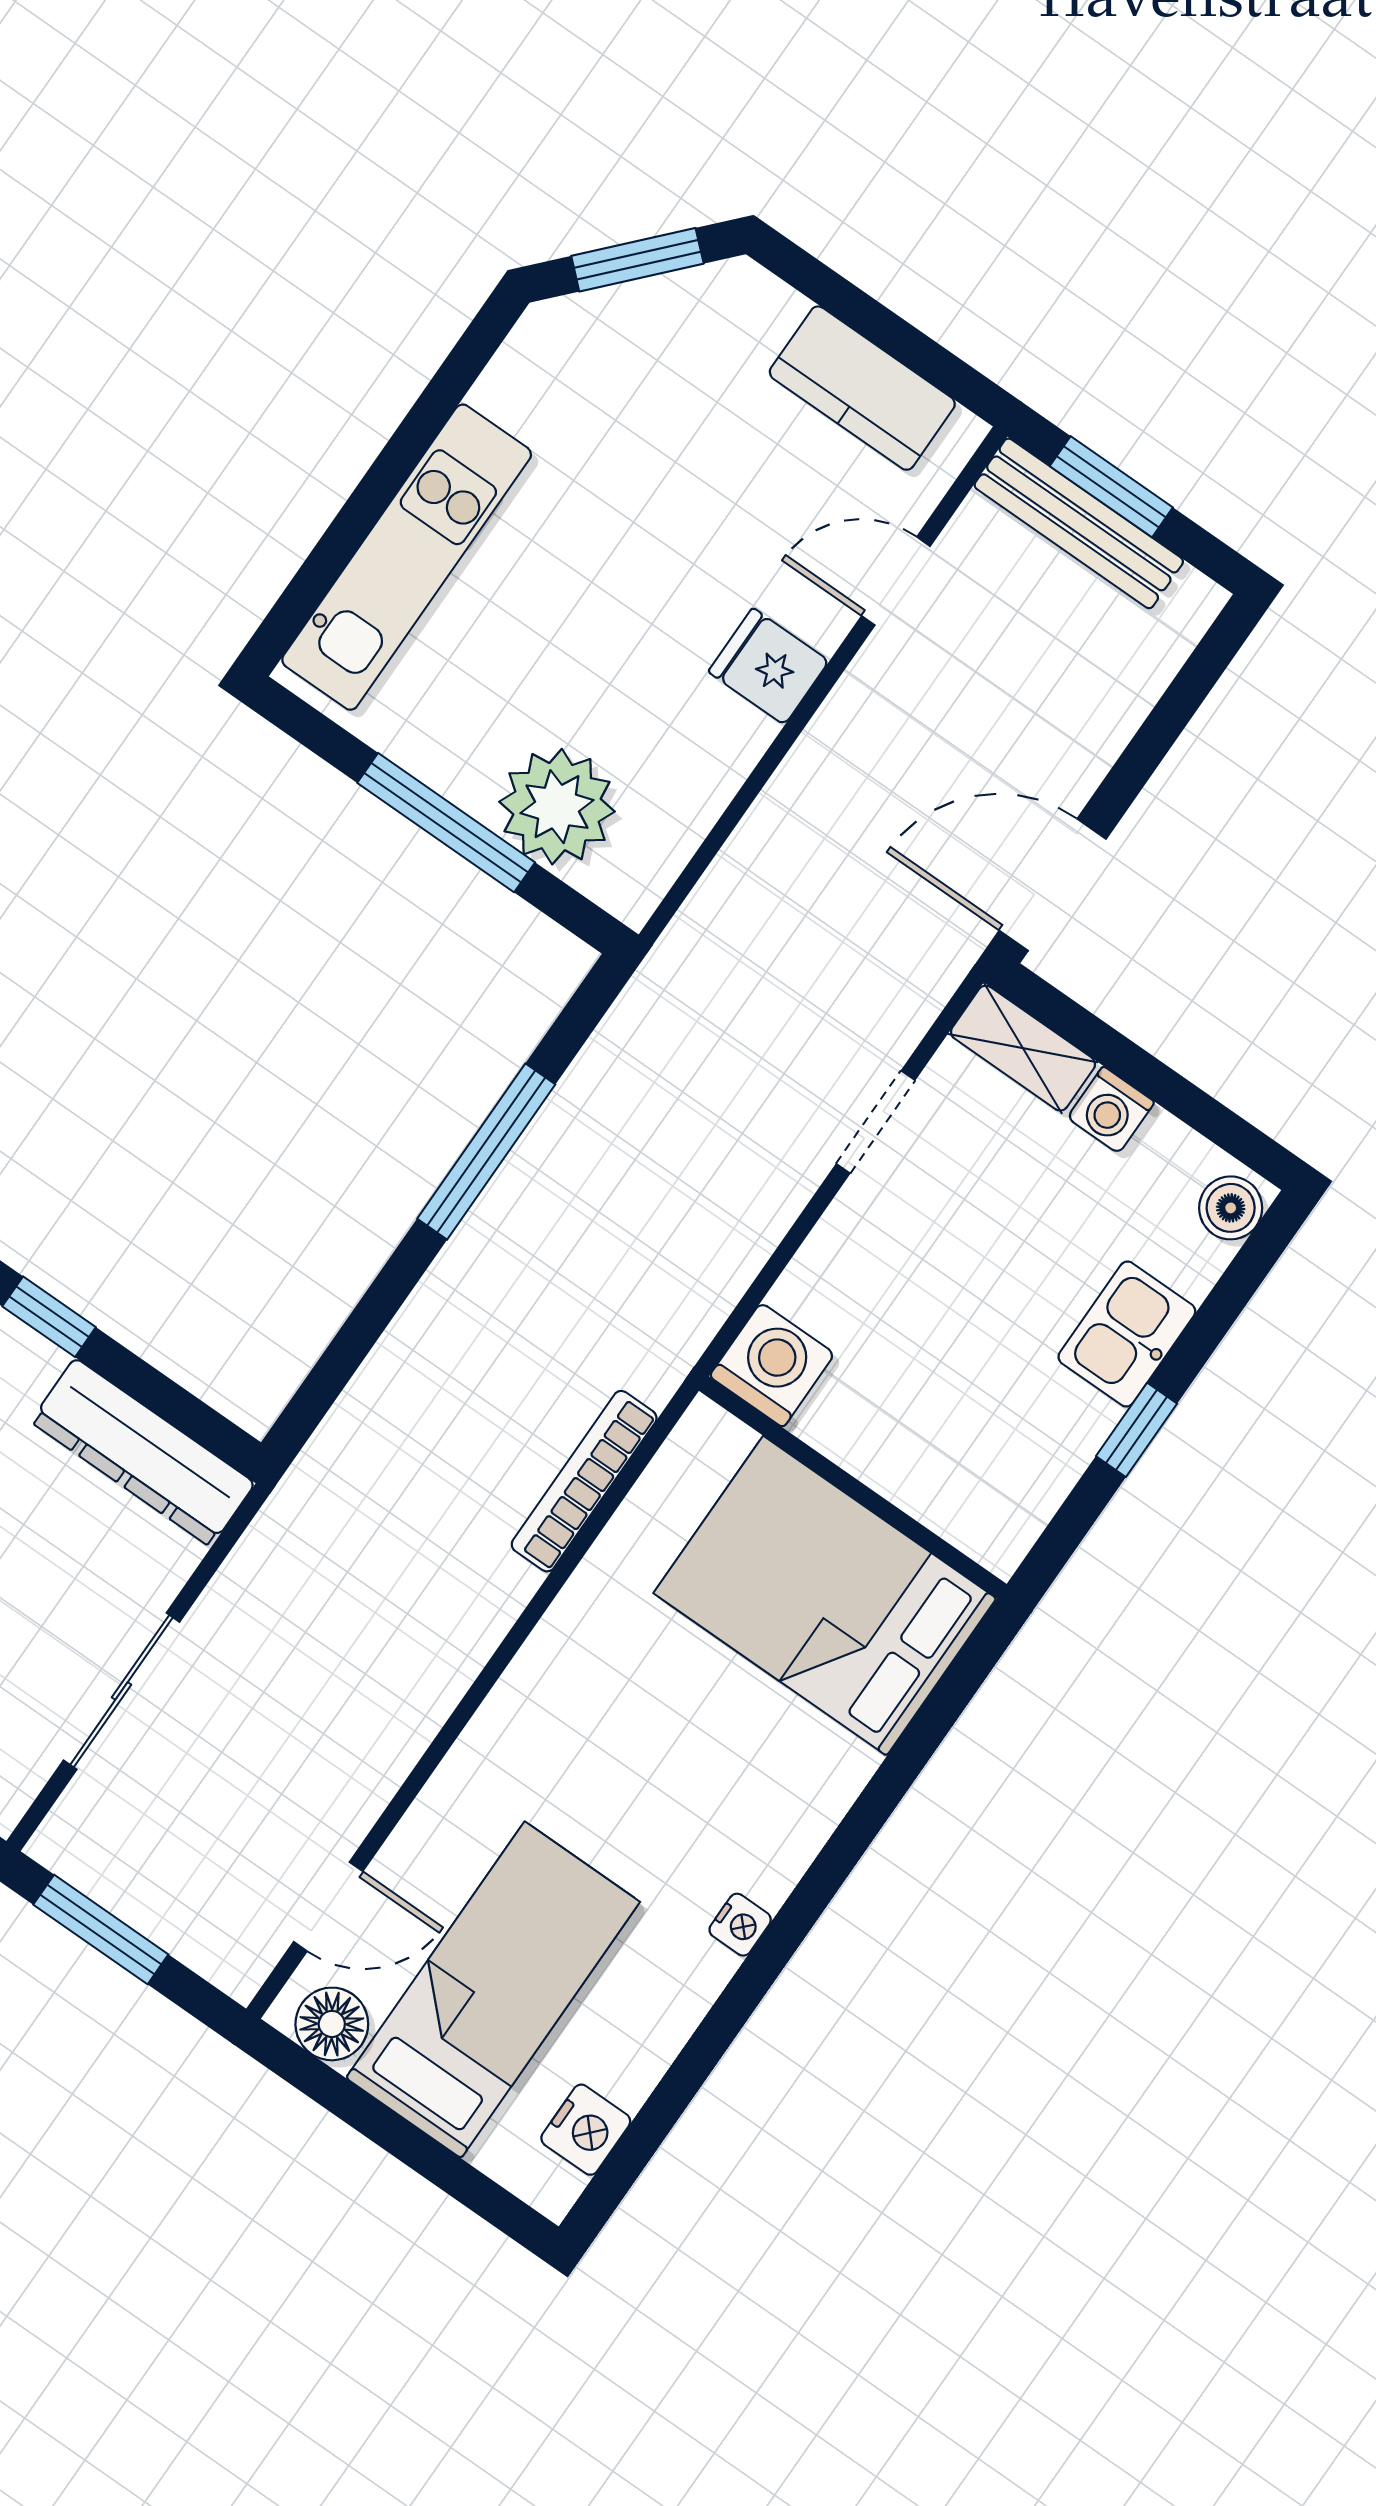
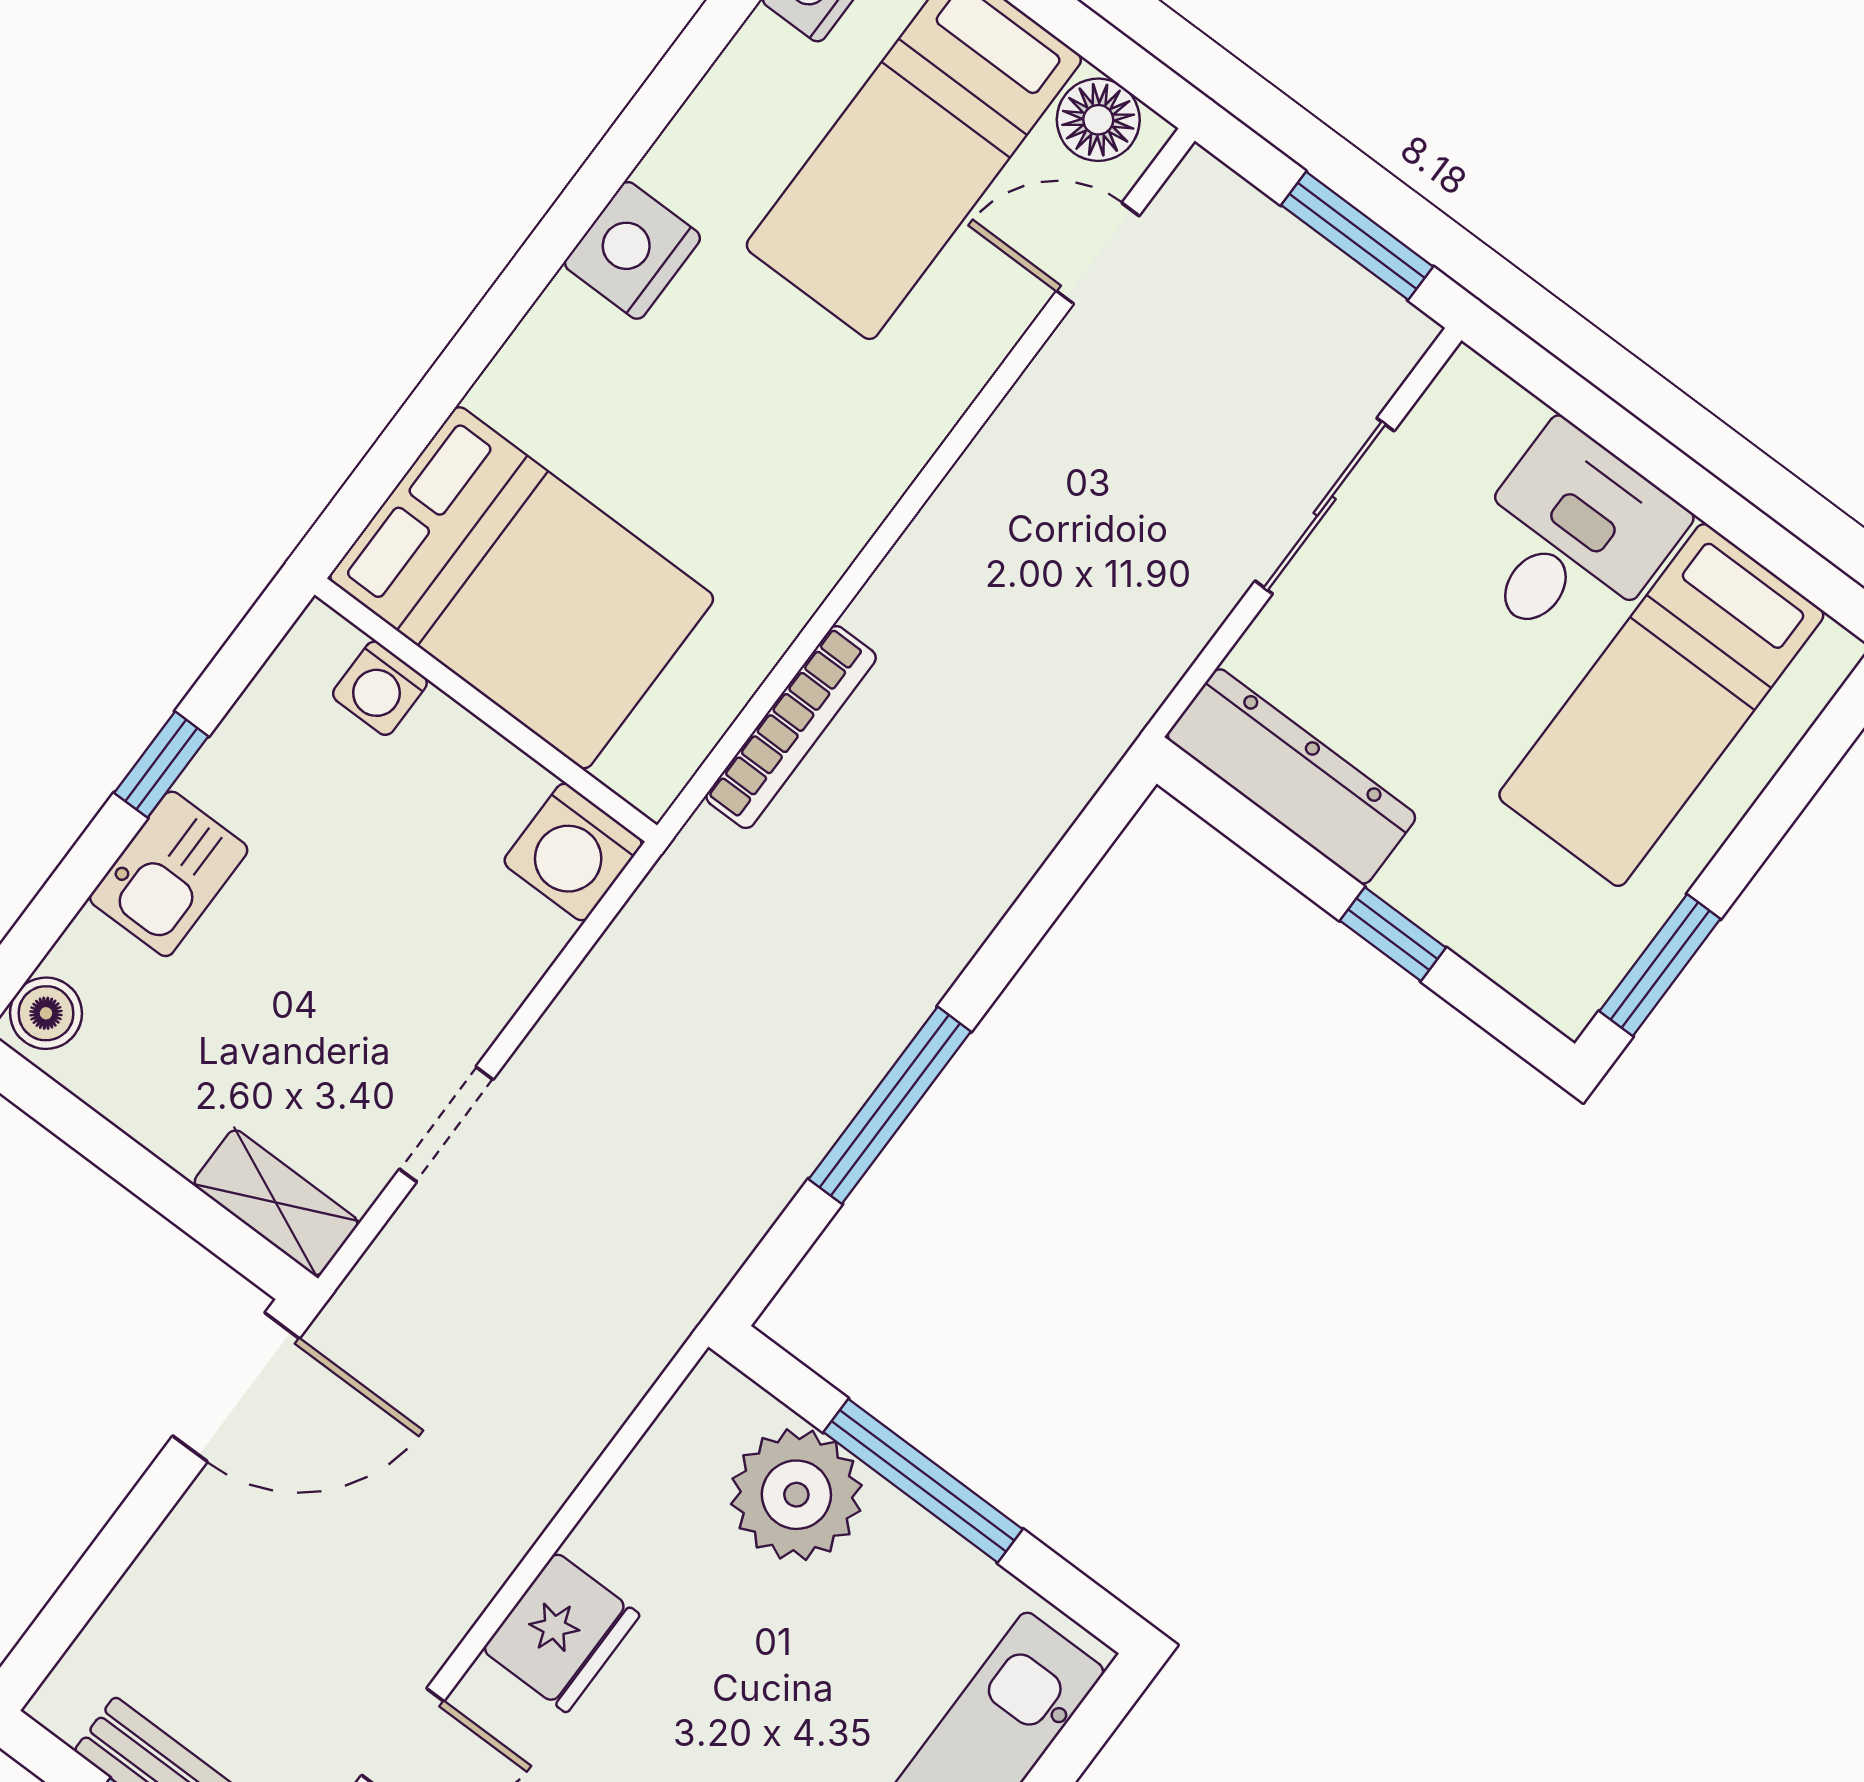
fridge: (769, 666) -> (561, 1632), width x1.38
washing machine: (1111, 1110) -> (380, 688), moved, turned 180
nightstand: (740, 1925) -> (632, 250), width x1.89, depth x1.79

